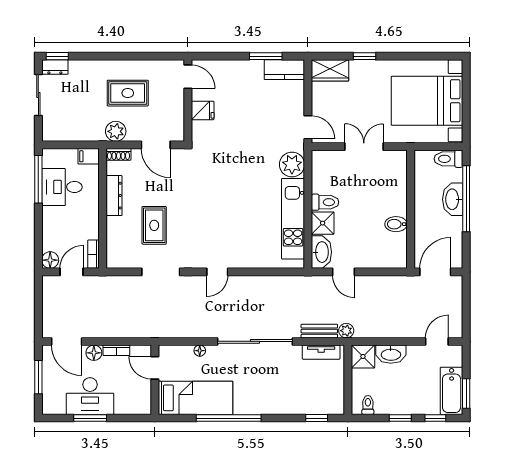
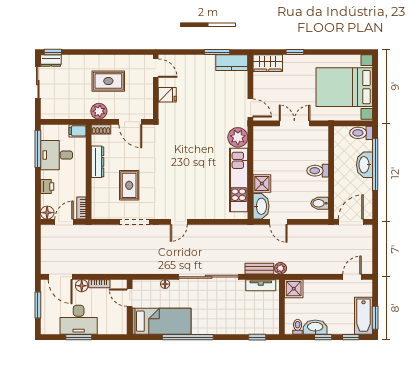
toilet: (325, 202) -> (318, 171), moved, turned 180
bidet: (396, 224) -> (320, 203), moved
printer: (50, 227) -> (47, 186), added
washbasin: (391, 354) -> (315, 327), moved, turned 180

